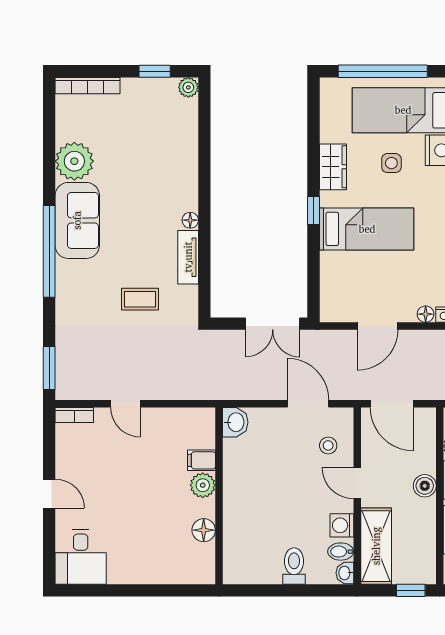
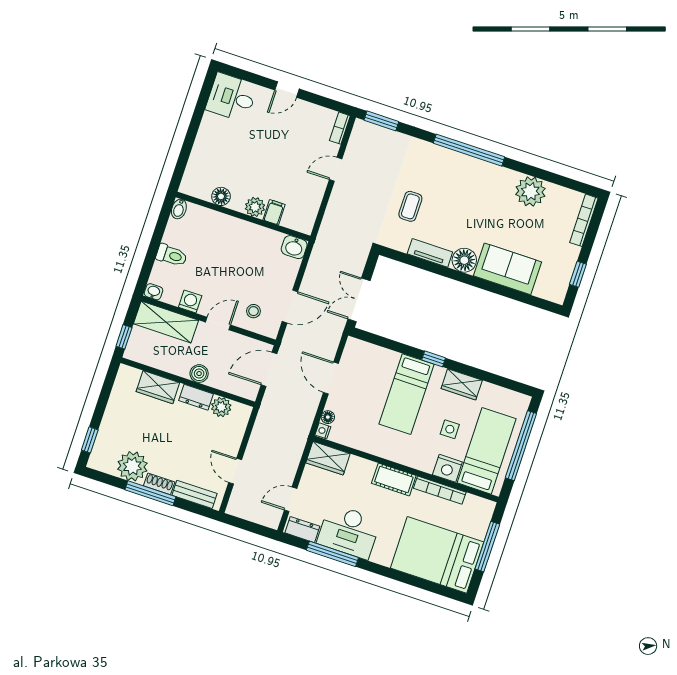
plant: (188, 87) -> (557, 296), removed
sofa: (77, 220) -> (508, 269), moved, turned 180
floor lamp: (190, 220) -> (464, 260), width x1.89, depth x1.89
bidet: (341, 552) -> (179, 209), moved, turned 180

